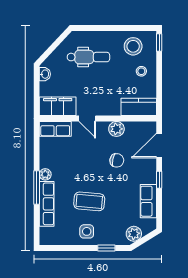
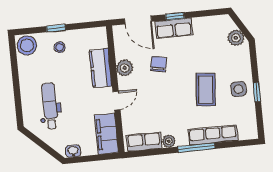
window: (159, 42) -> (56, 28), moved
stool: (133, 46) -> (27, 45), moved
kitchen counter: (139, 107) -> (101, 68), moved
row of seats: (55, 129) -> (144, 142), moved, turned -90
plant: (45, 174) -> (169, 141), moved
row of seats: (148, 201) -> (174, 28), moved
window: (106, 248) -> (257, 92), moved

